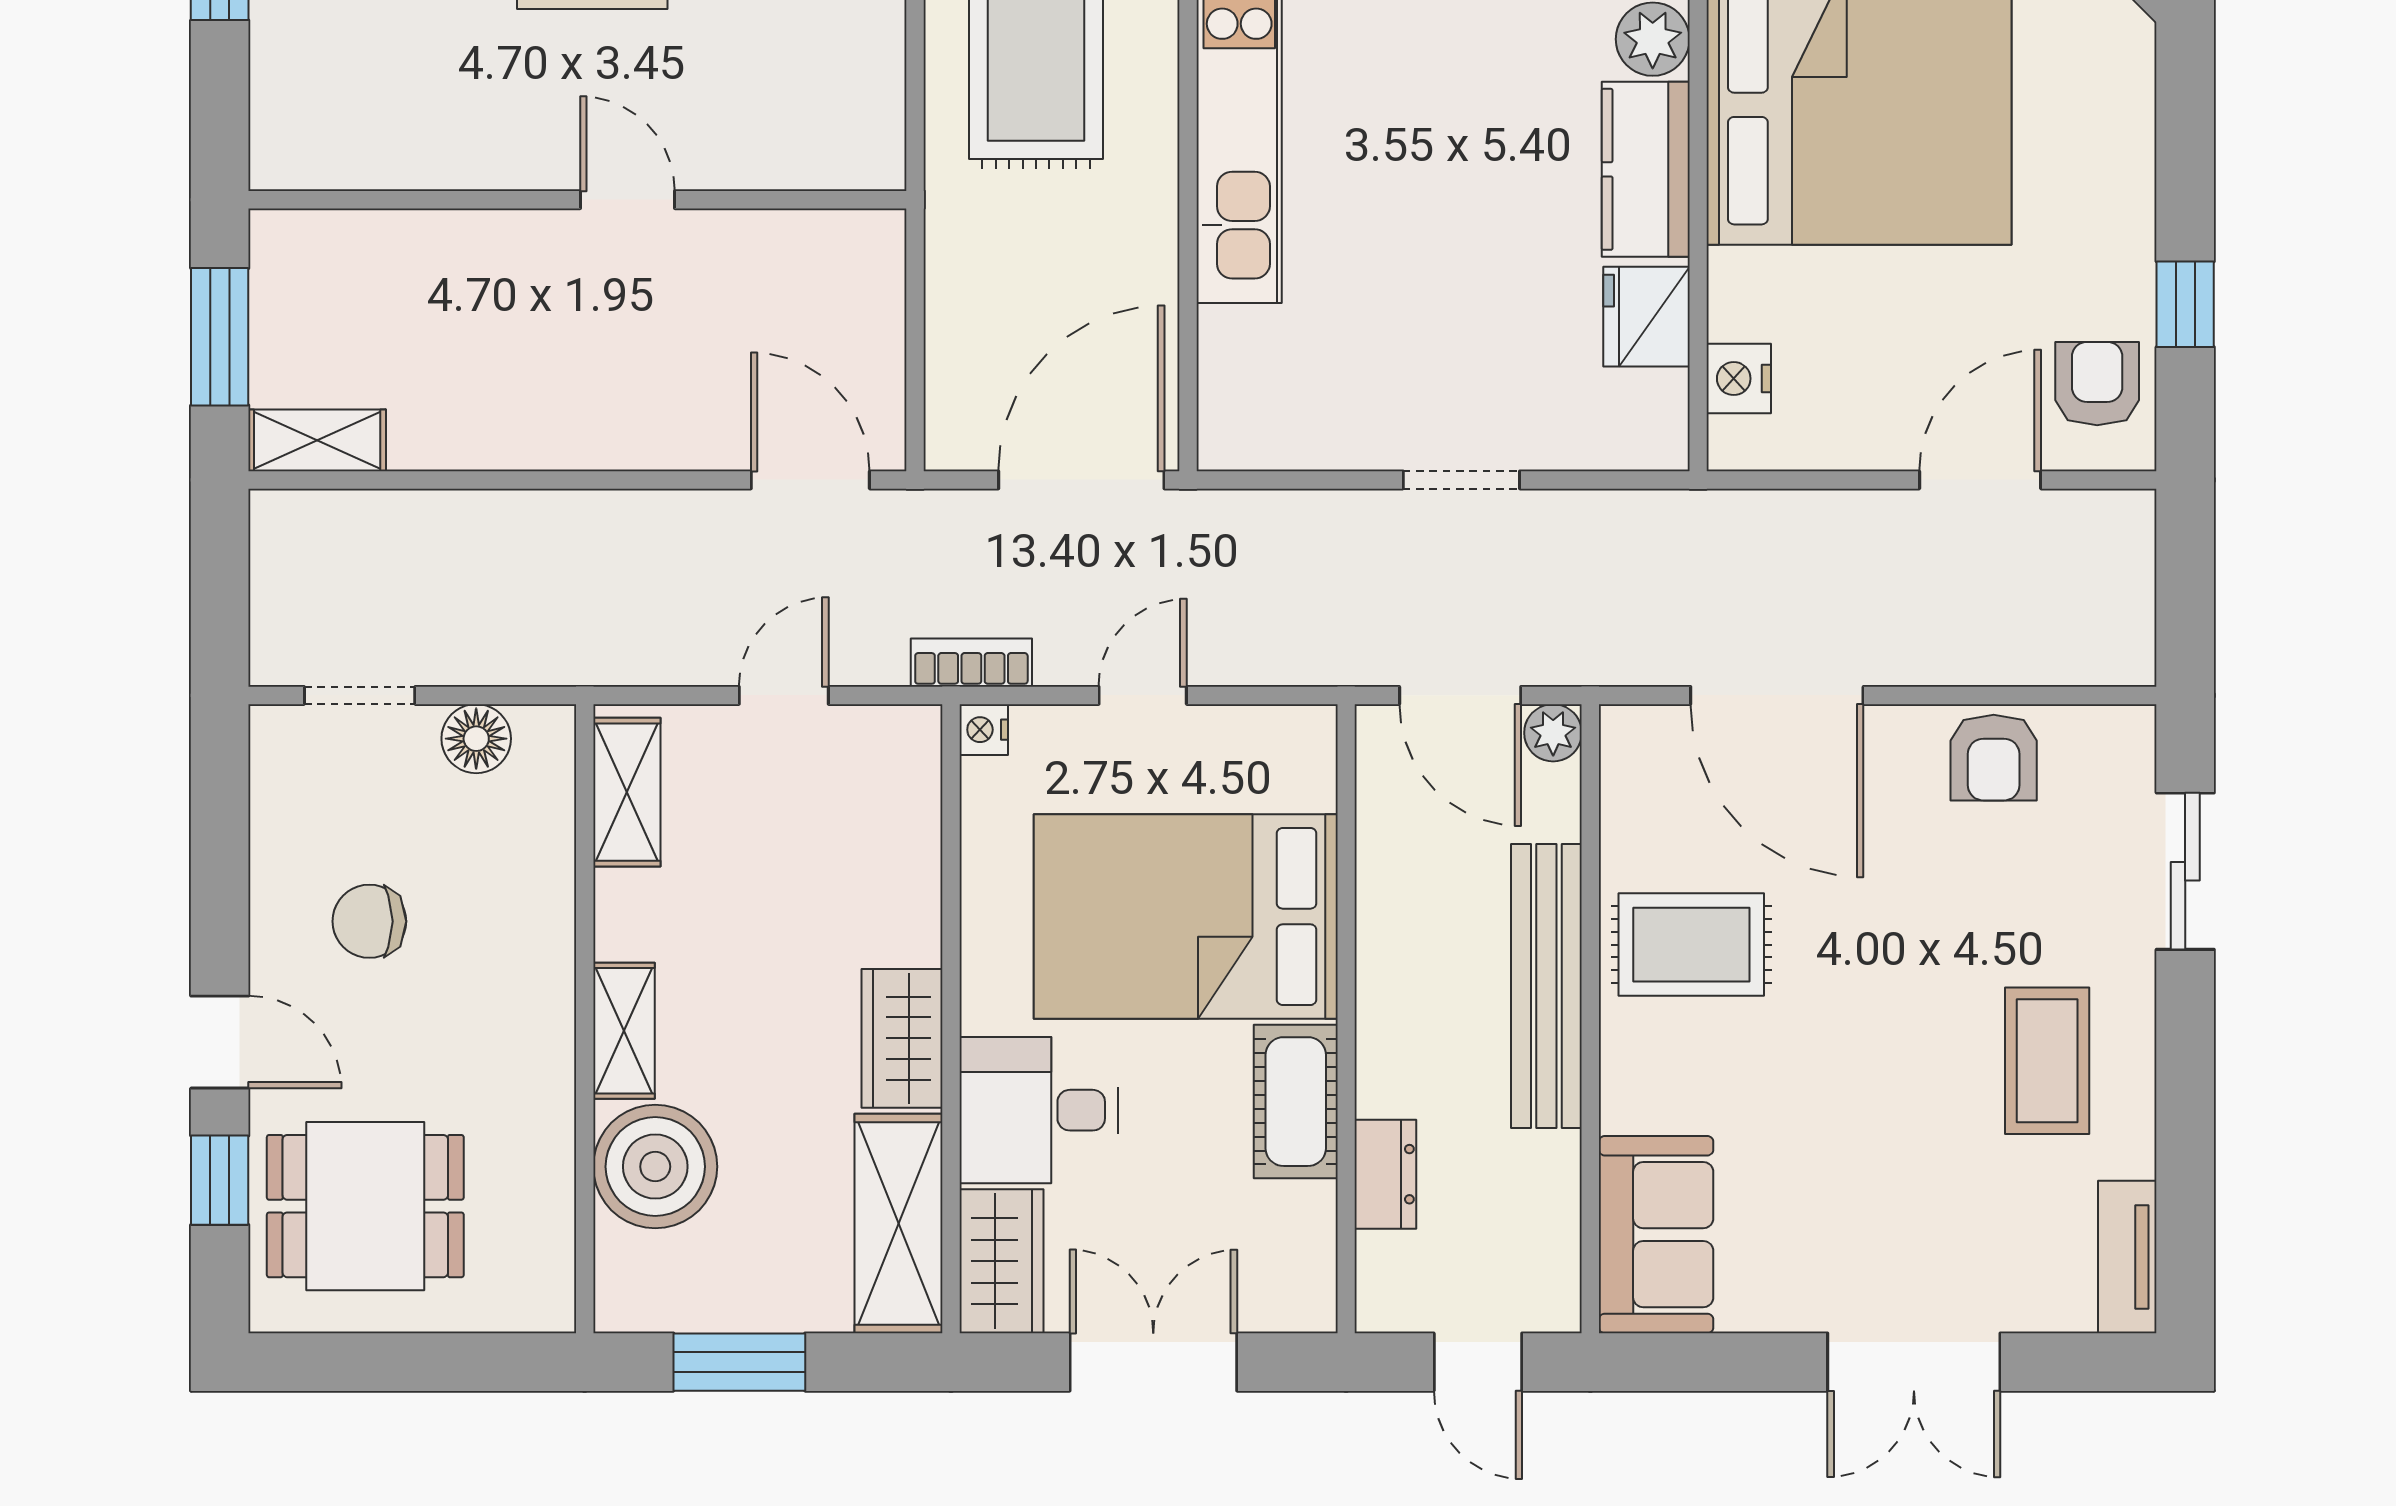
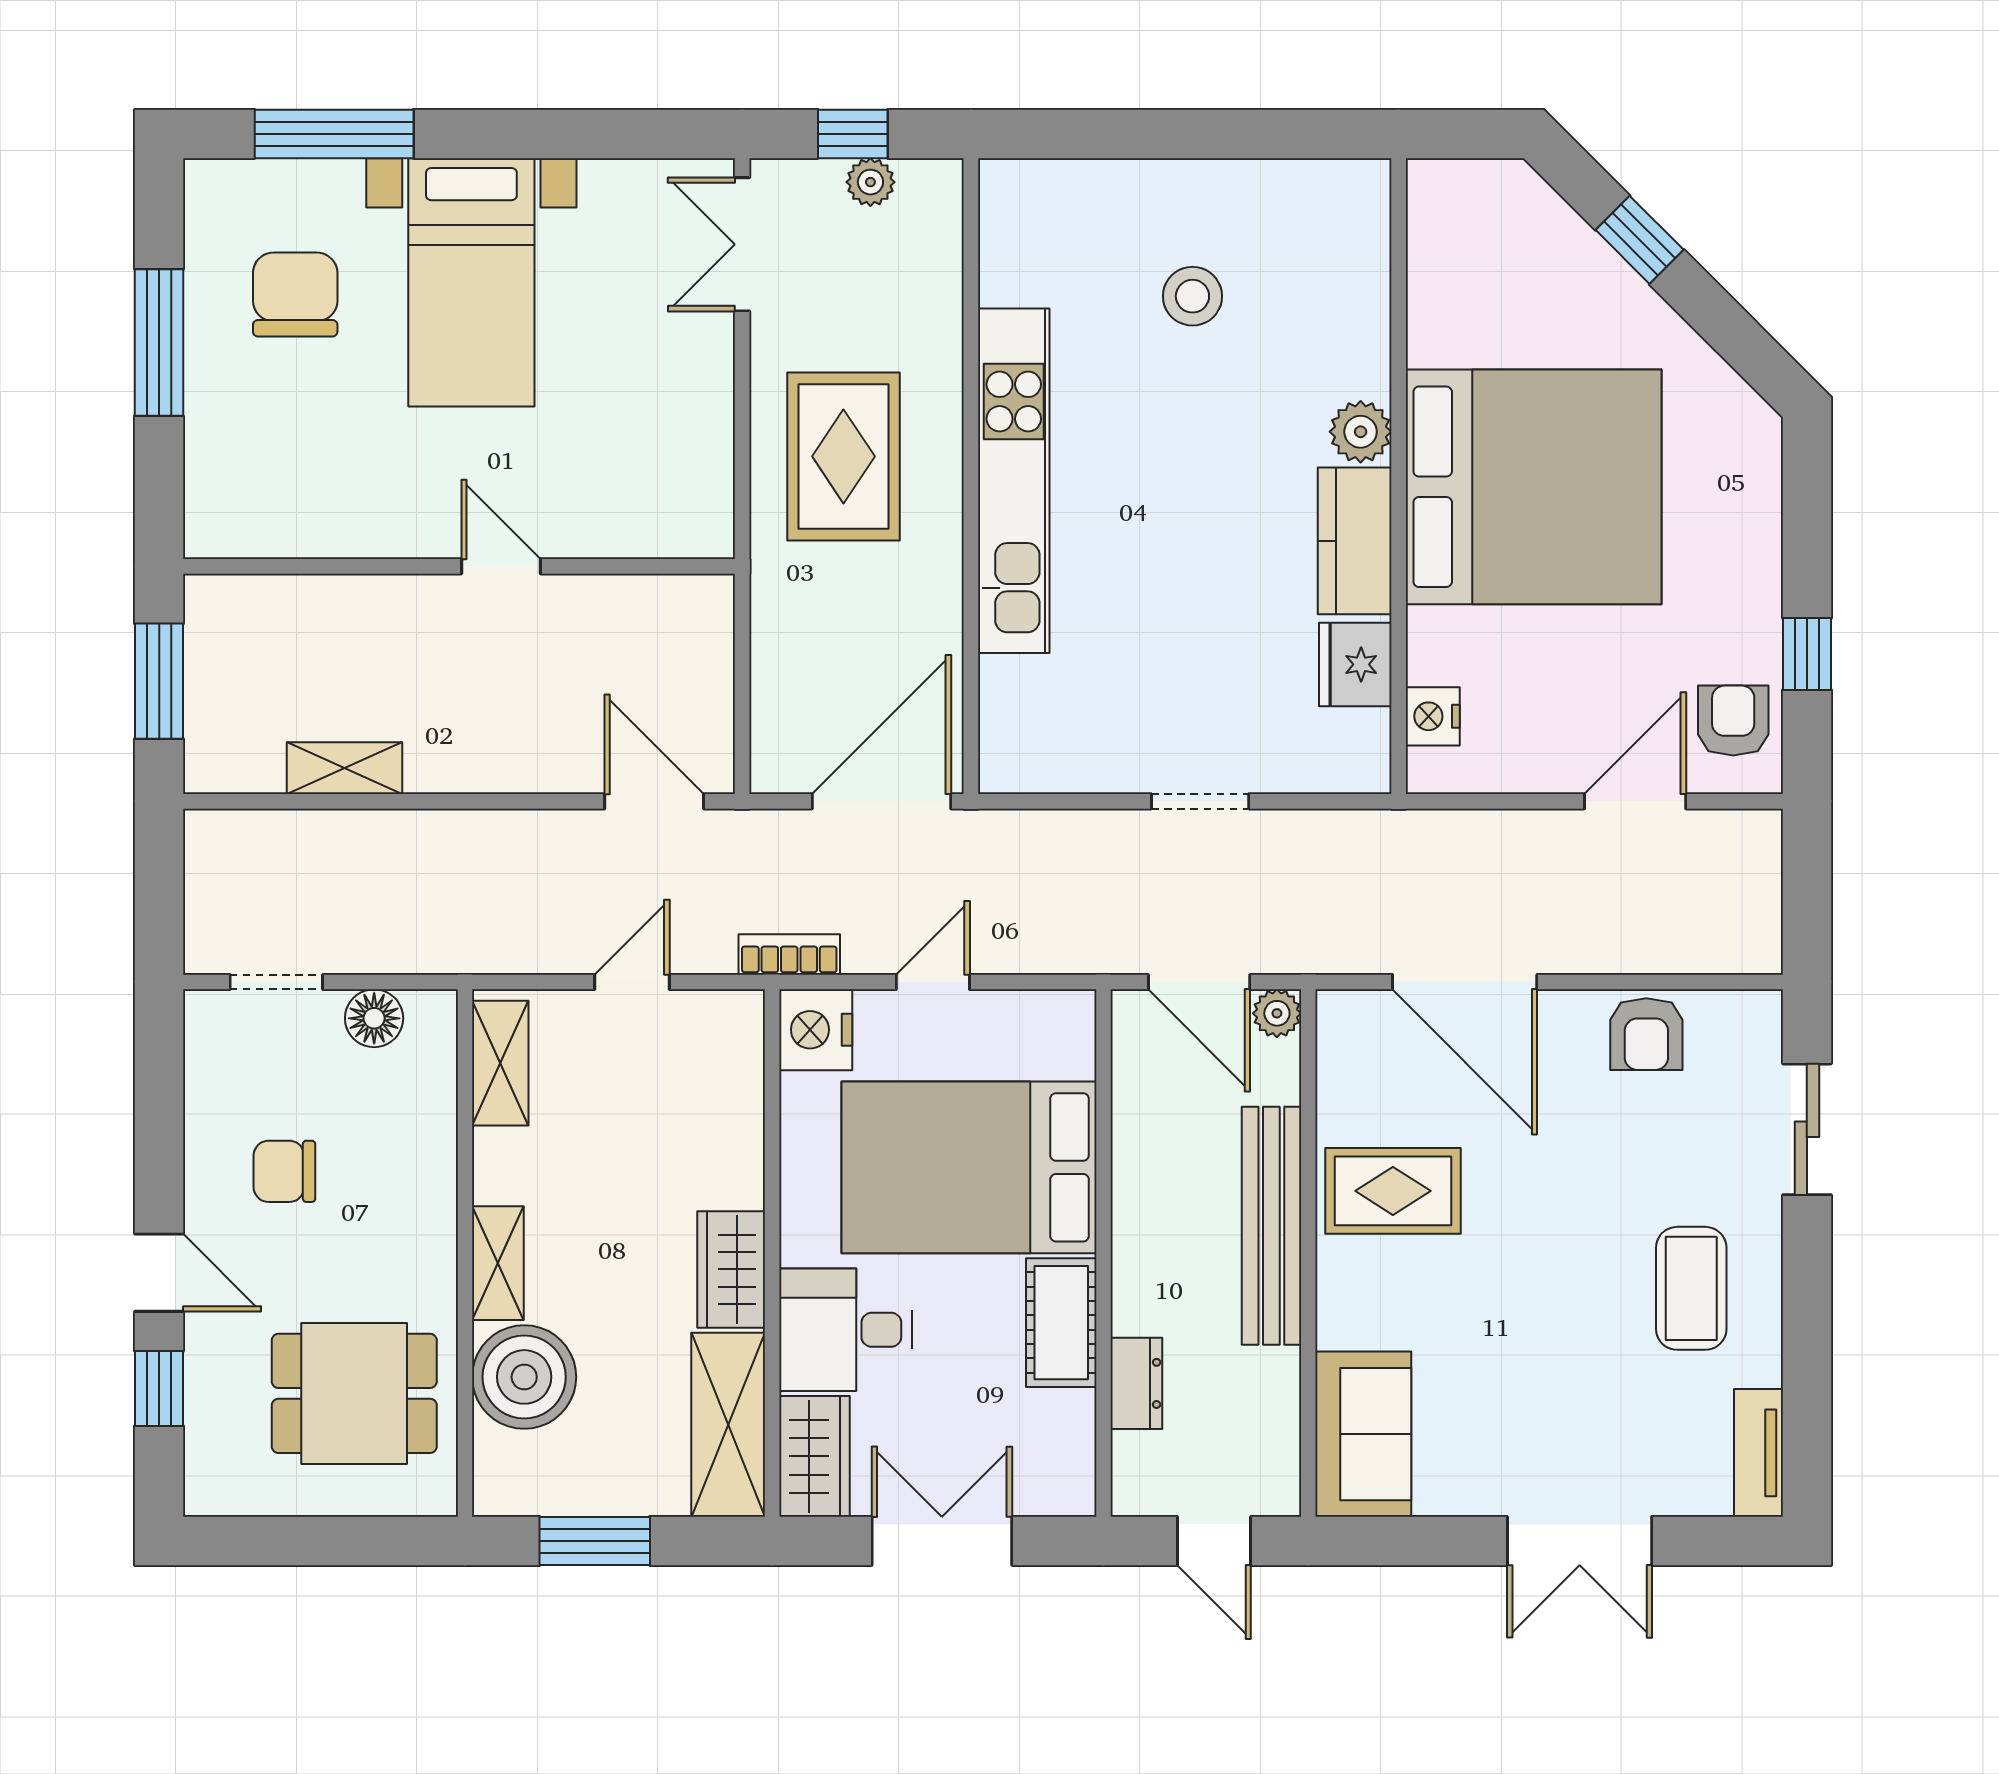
shelving: (317, 440) -> (344, 768), moved
nightstand: (984, 730) -> (816, 1030), width x1.89, depth x1.79
dining table: (365, 1206) -> (354, 1393), moved

